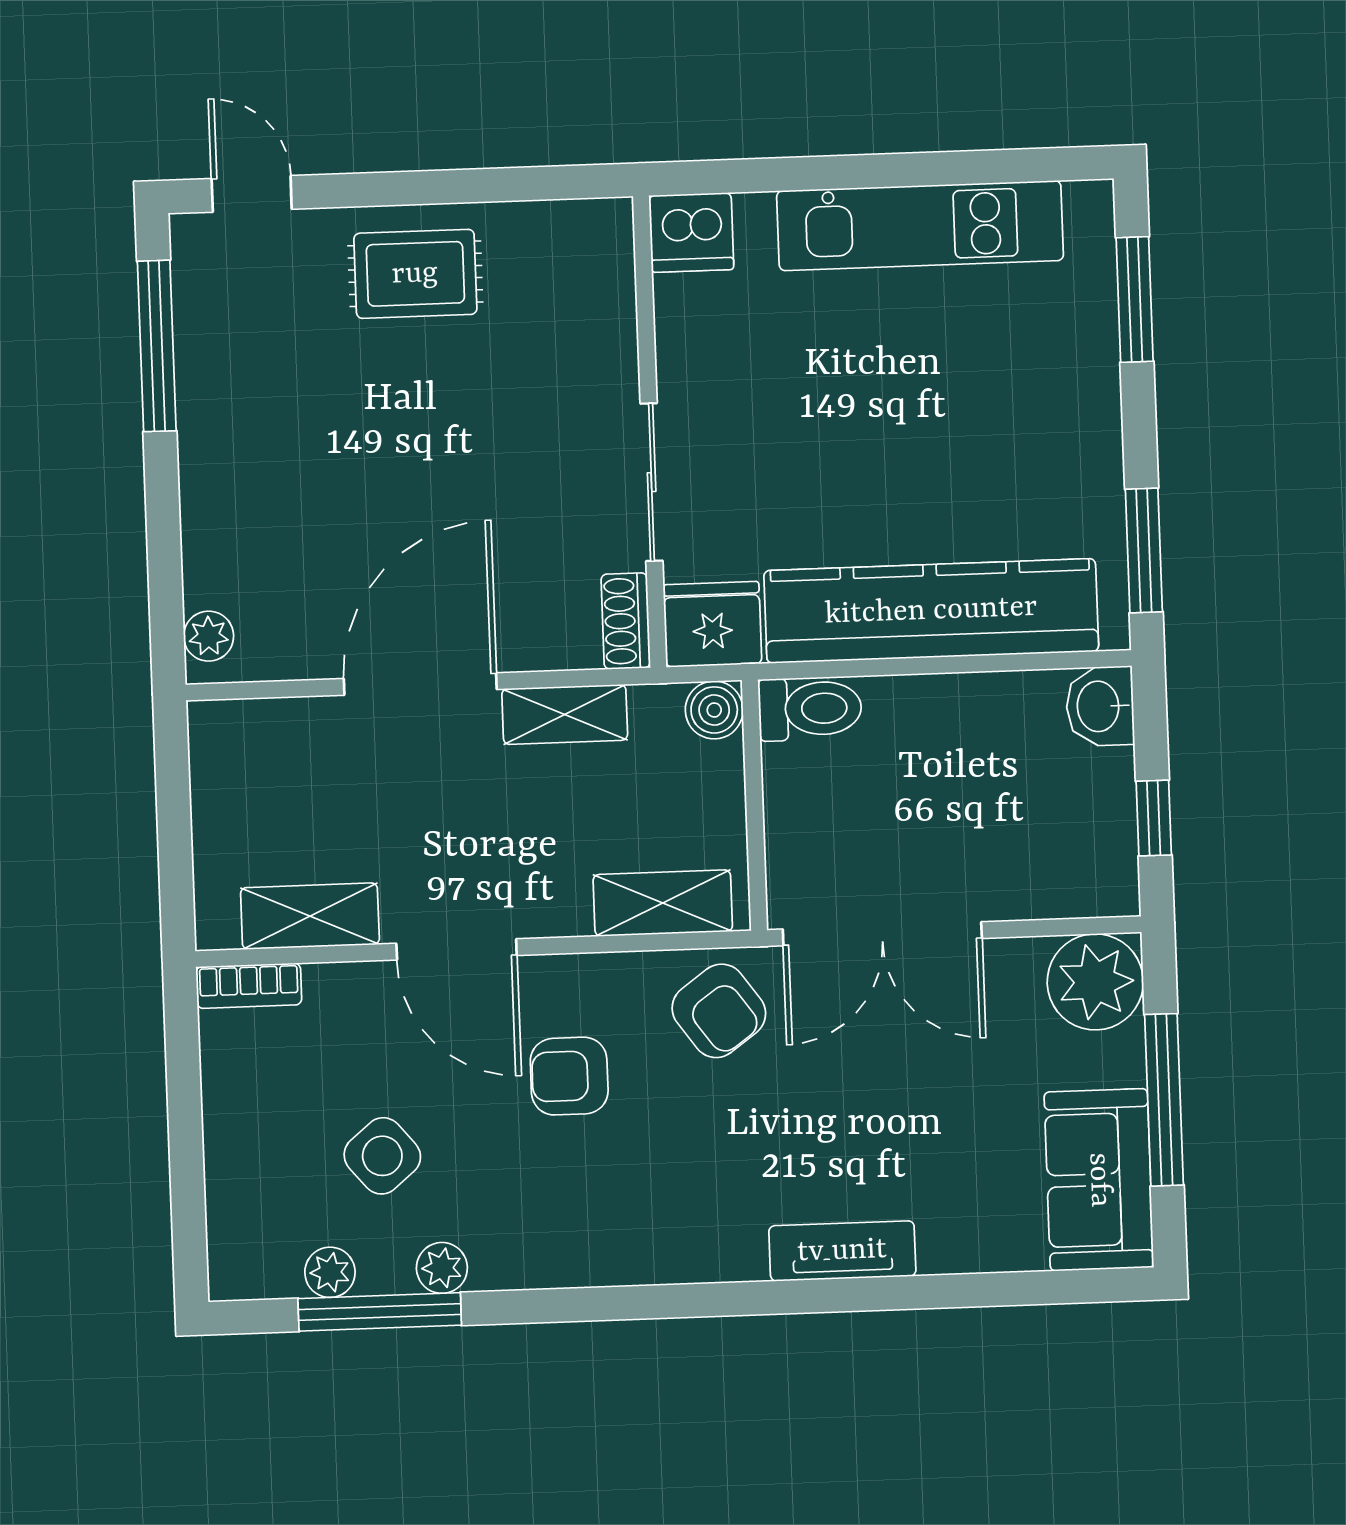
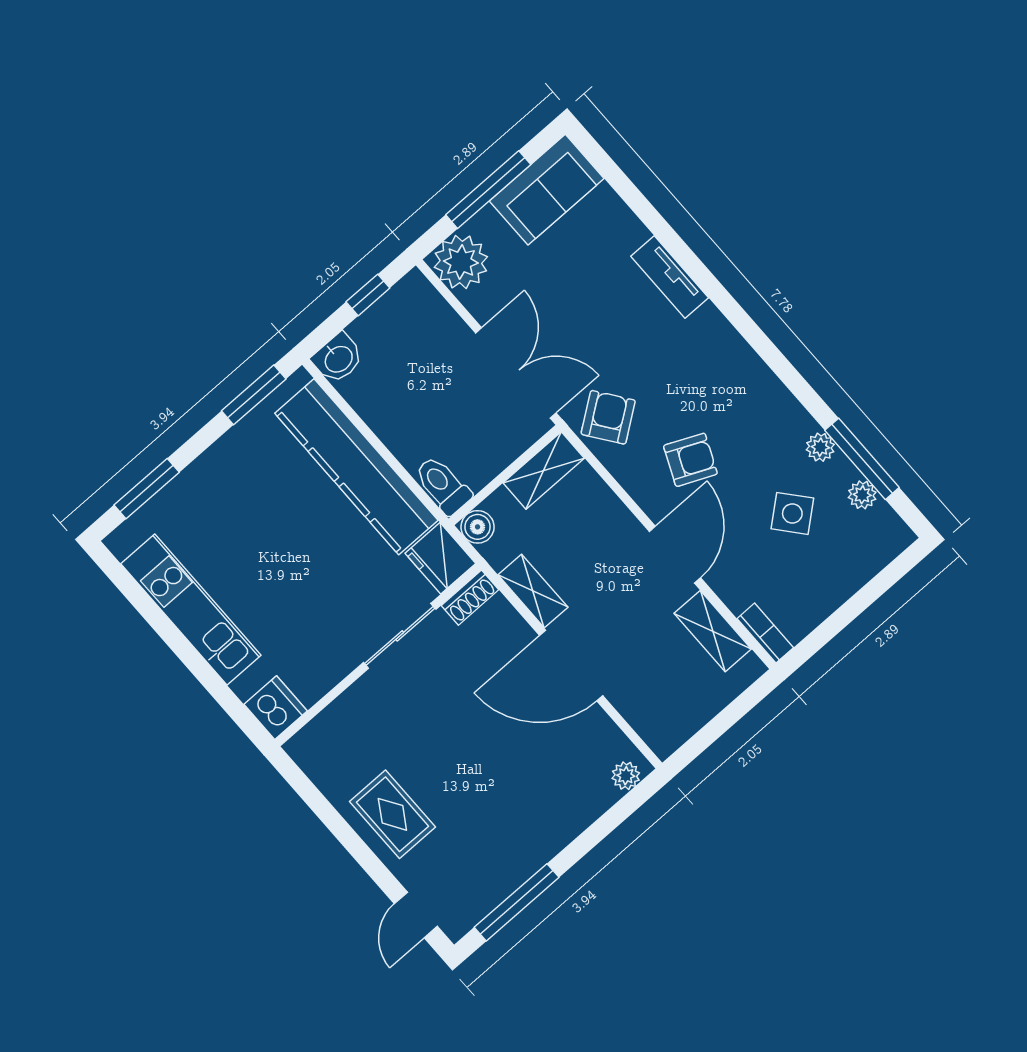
shelving: (663, 903) -> (544, 471), moved, turned 90
armchair: (569, 1076) -> (690, 460), turned -66

